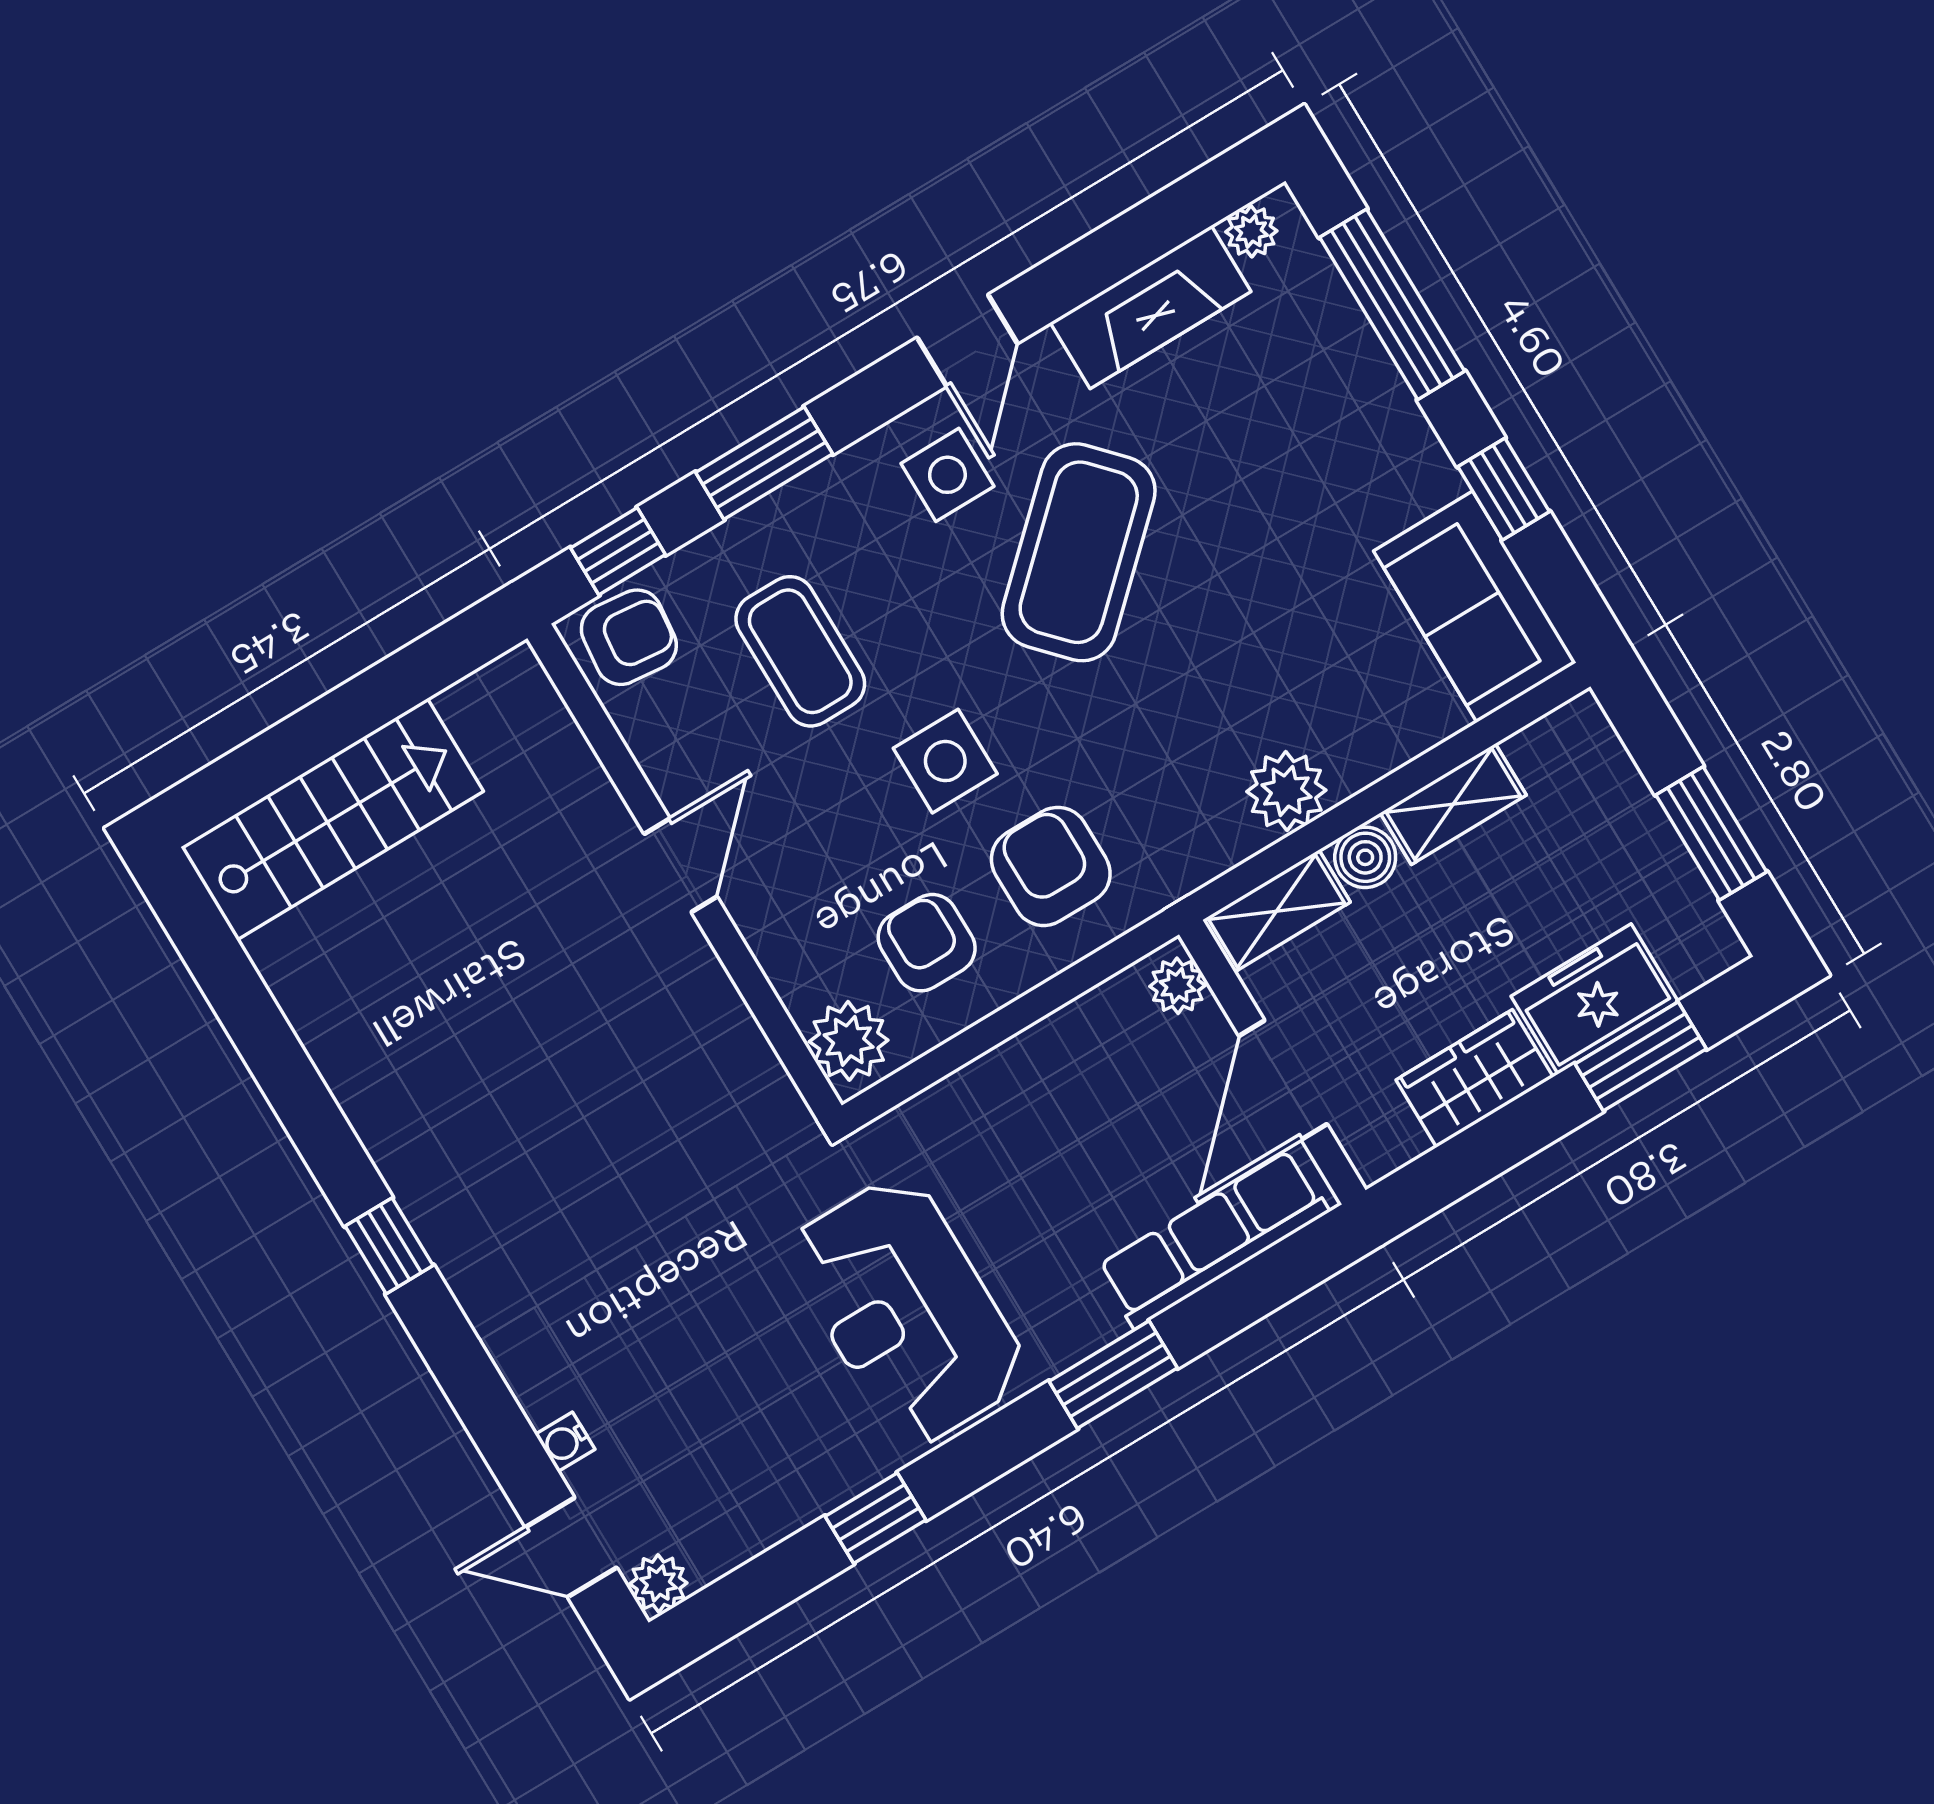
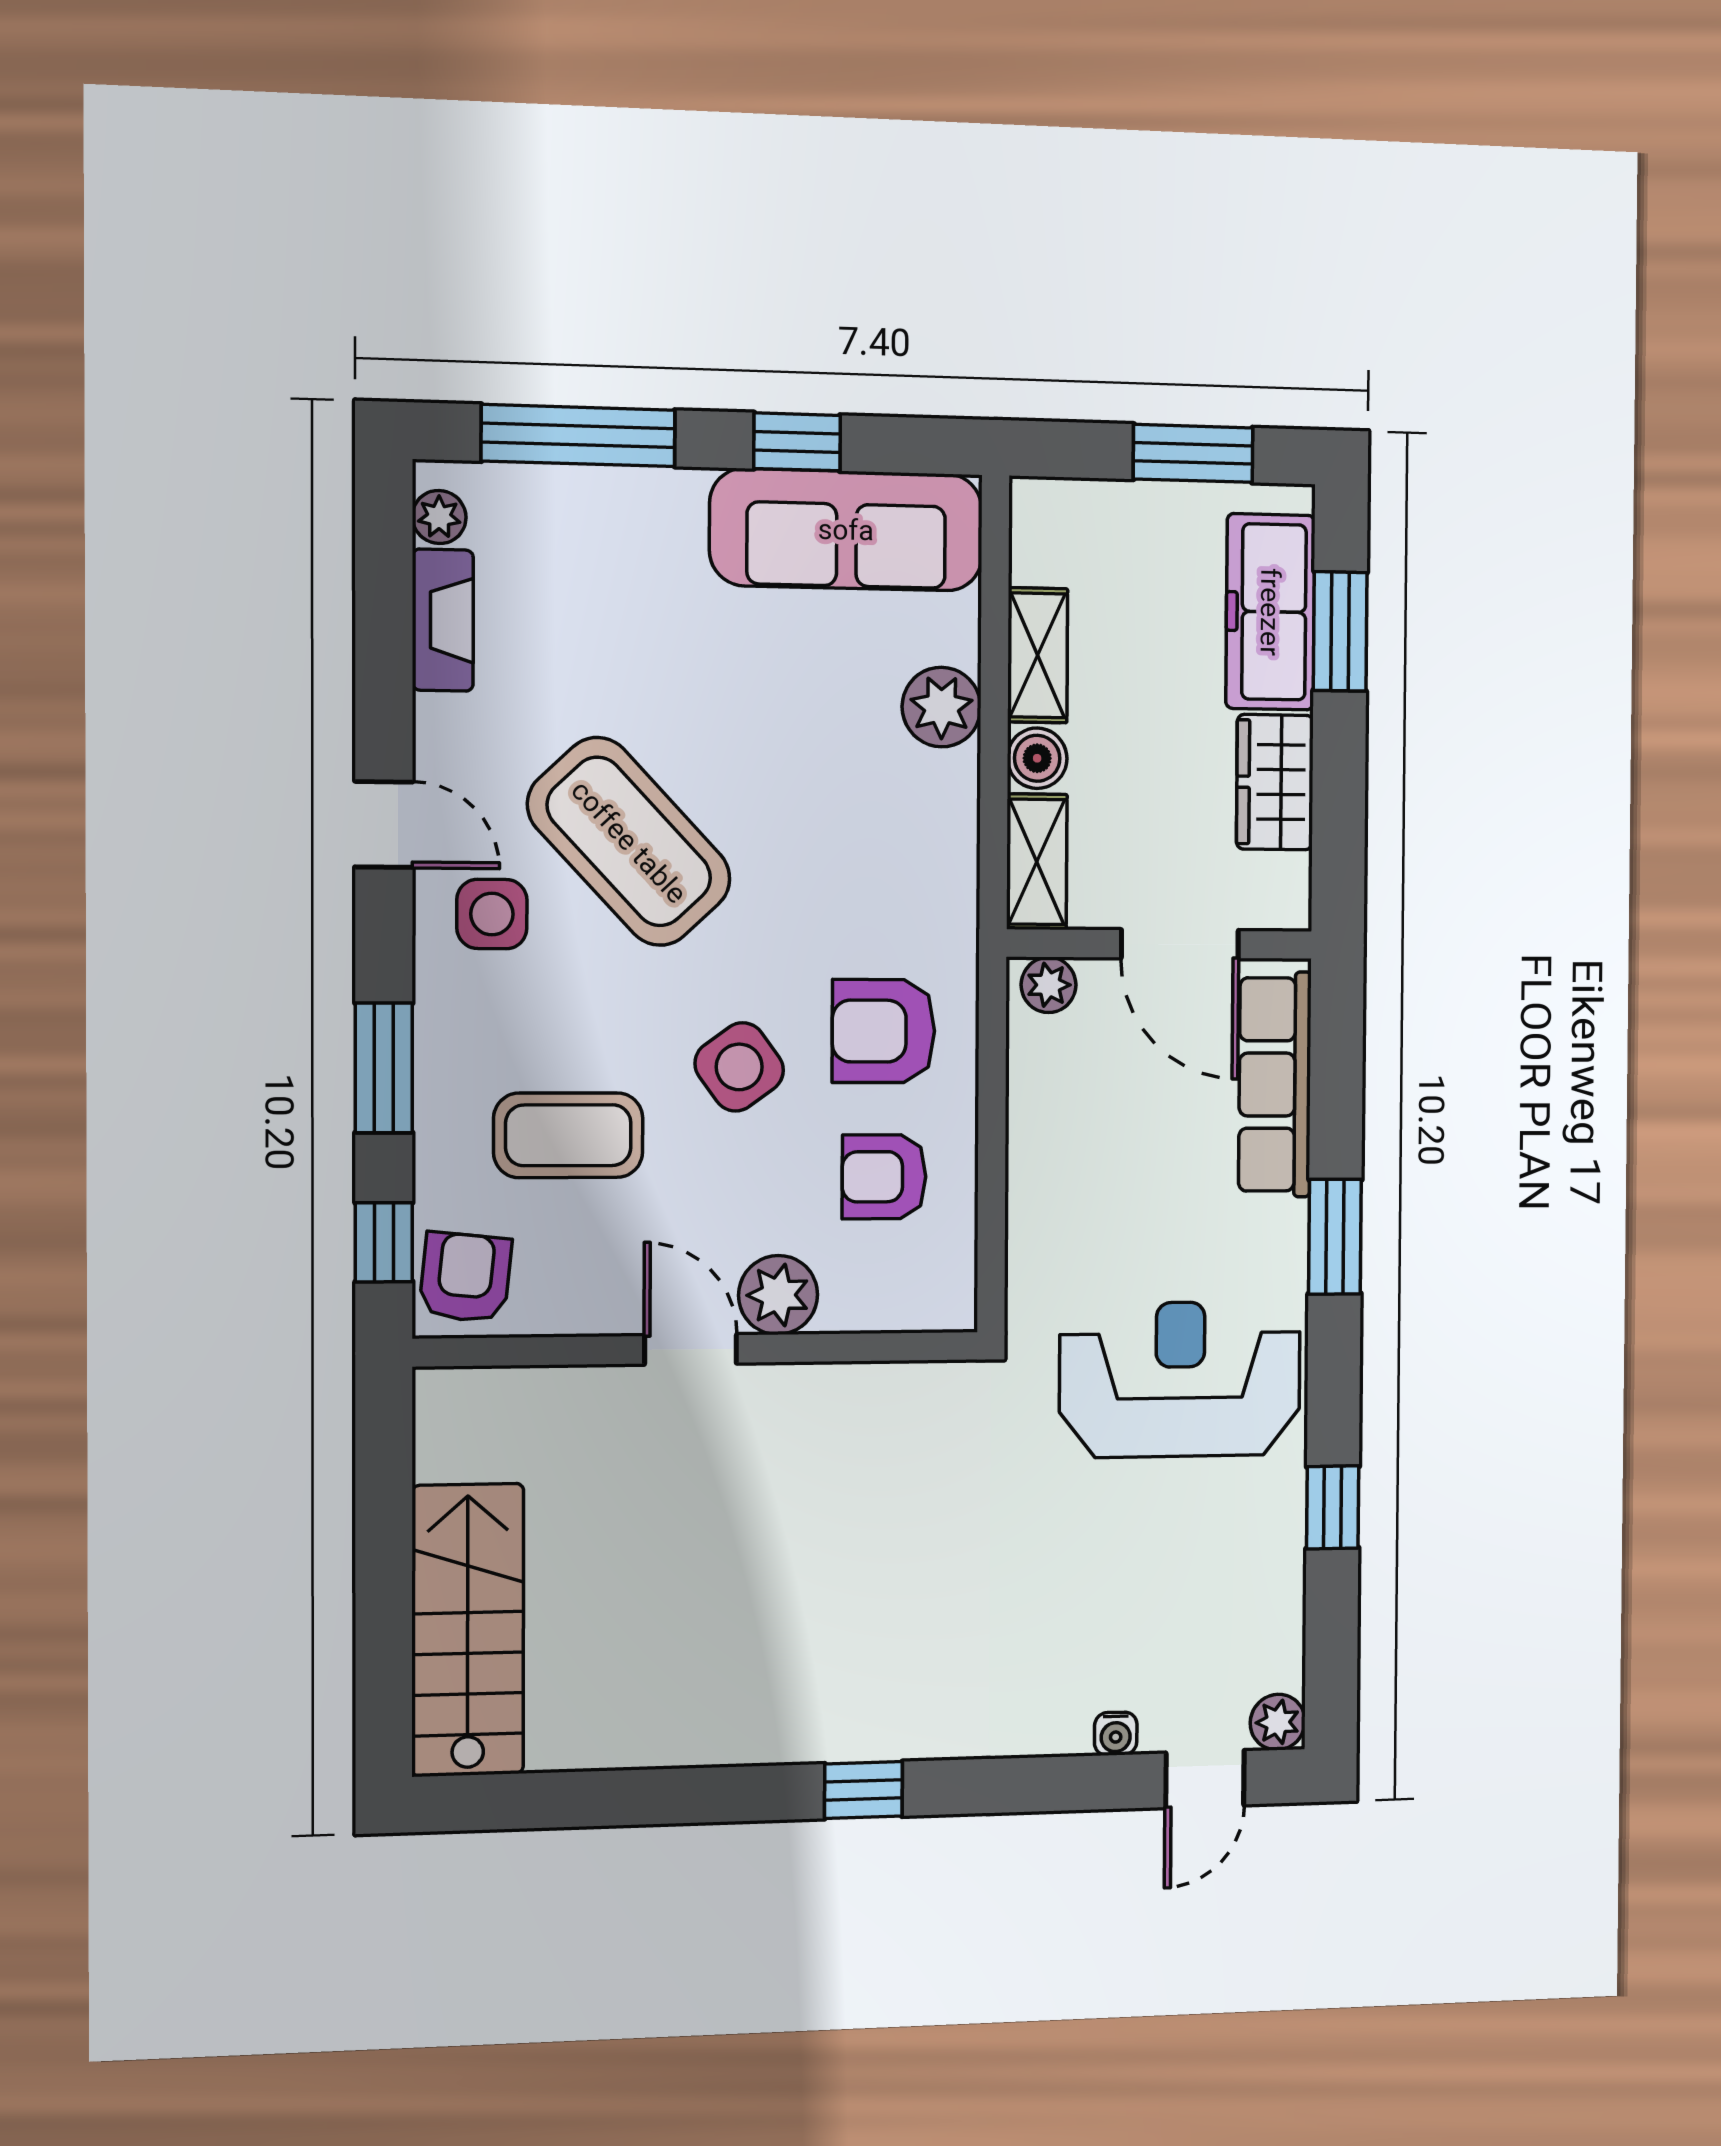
fireplace: (1151, 307) -> (443, 620), width x0.73, depth x0.76
sofa: (1475, 607) -> (846, 530), width x1.36
side table: (945, 761) -> (739, 1067), turned -36
plant: (1286, 791) -> (942, 707), moved
freezer: (1595, 999) -> (1270, 612), width x1.40
plant: (849, 1041) -> (778, 1295), moved
reception desk: (907, 1311) -> (1180, 1379), turned 180

